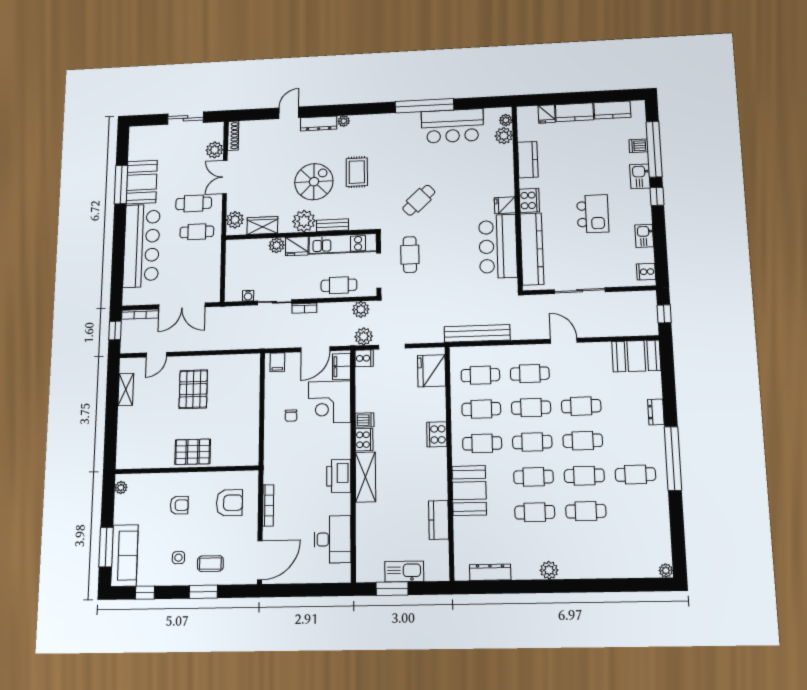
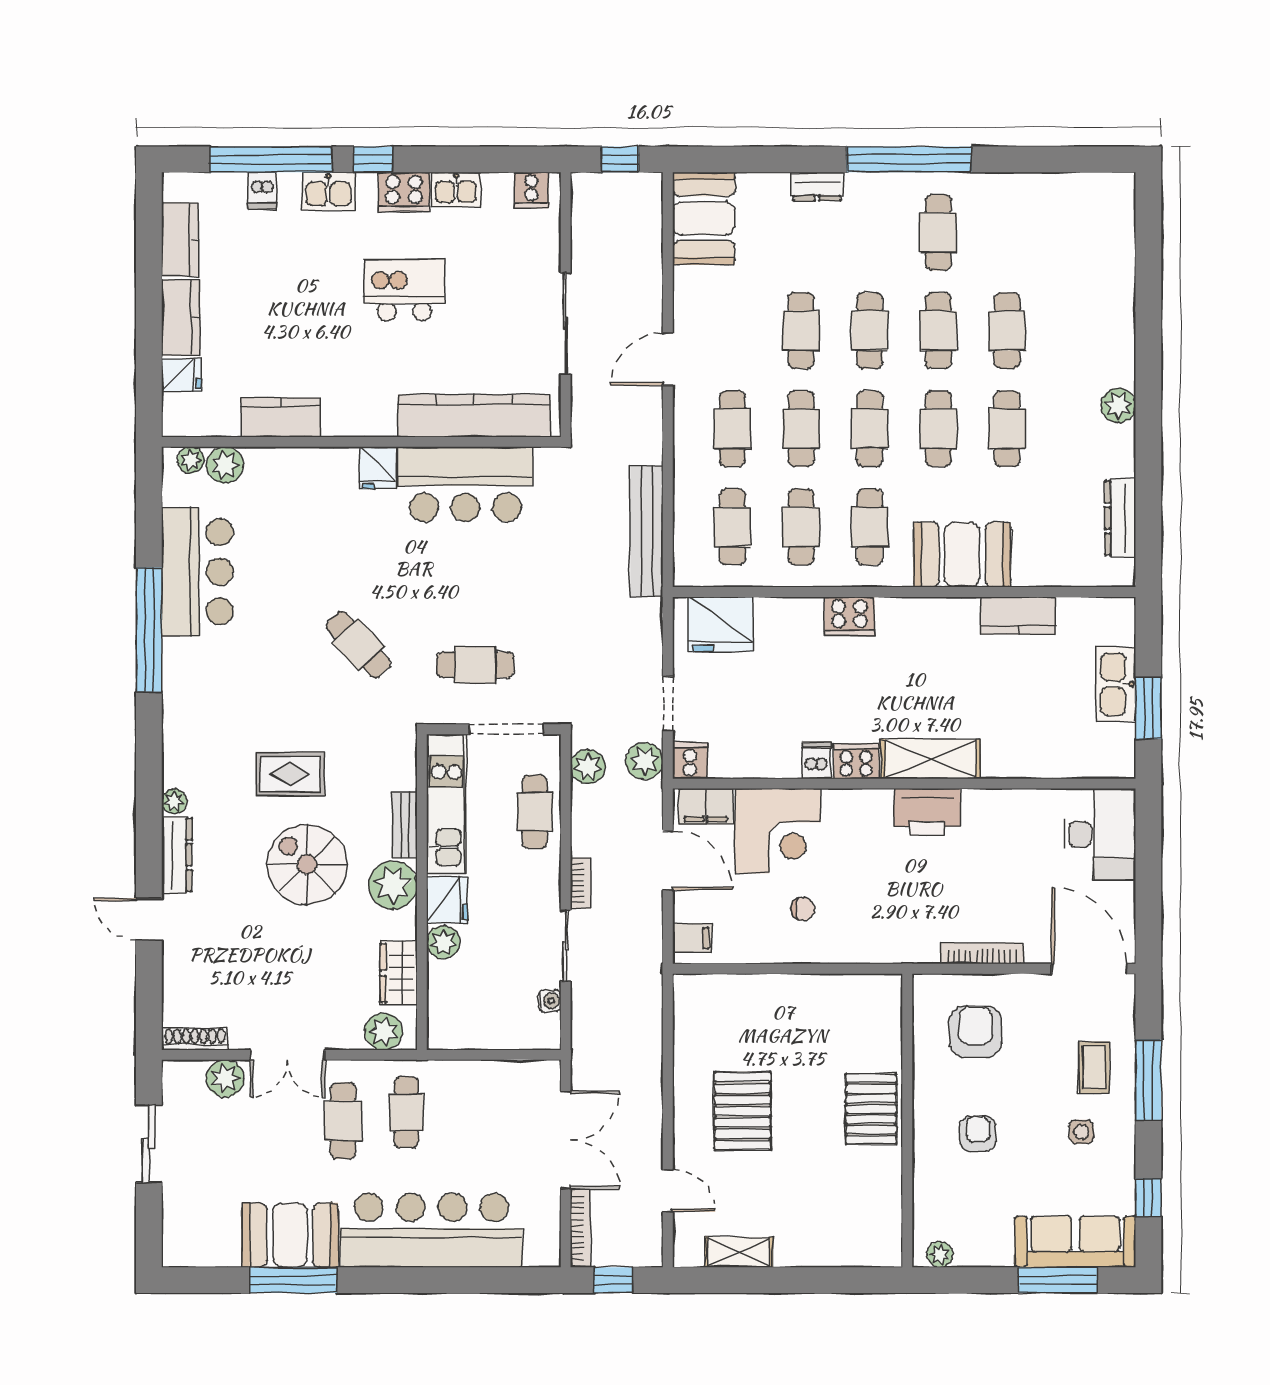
cooker: (529, 200) -> (404, 192), moved, turned 180
pallet: (193, 389) -> (743, 1111), turned 90
desk: (333, 539) -> (1100, 834), moved, turned 90
plant: (666, 571) -> (1123, 185), removed
window: (203, 592) -> (1148, 1080), width x1.44

